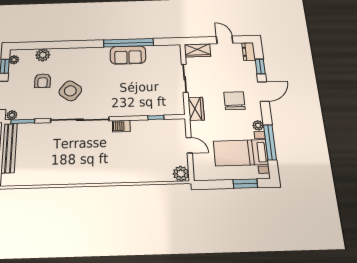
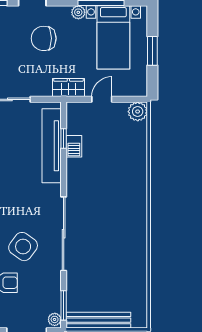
tv unit: (150, 109) -> (52, 146), added
wardrobe: (196, 109) -> (68, 88), moved
barbecue: (121, 126) -> (74, 146), moved
window: (245, 184) -> (152, 51), moved

